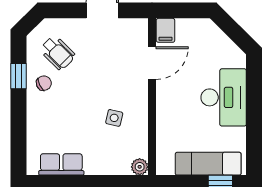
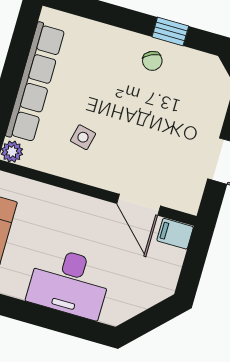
wheelchair: (58, 53) -> (186, 89), removed
row of seats: (61, 164) -> (35, 82), width x2.02

